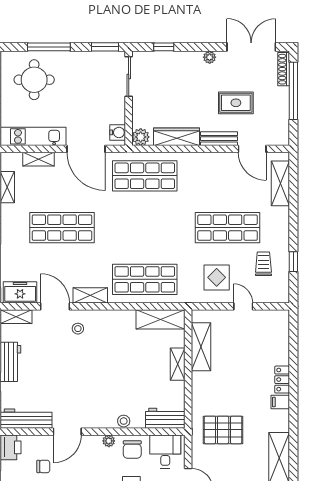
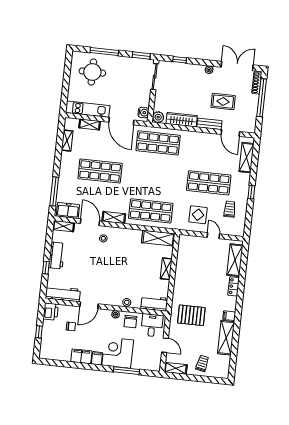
window: (293, 262) -> (251, 192), moved
shelving: (201, 347) -> (235, 260), moved
filing cabinet: (280, 402) -> (229, 316), moved

